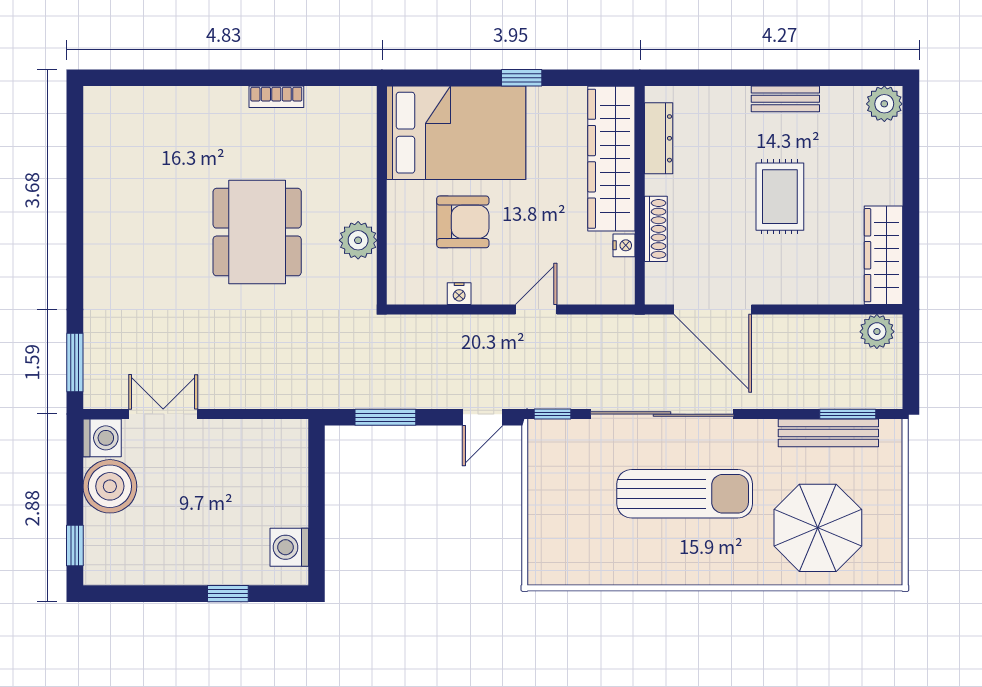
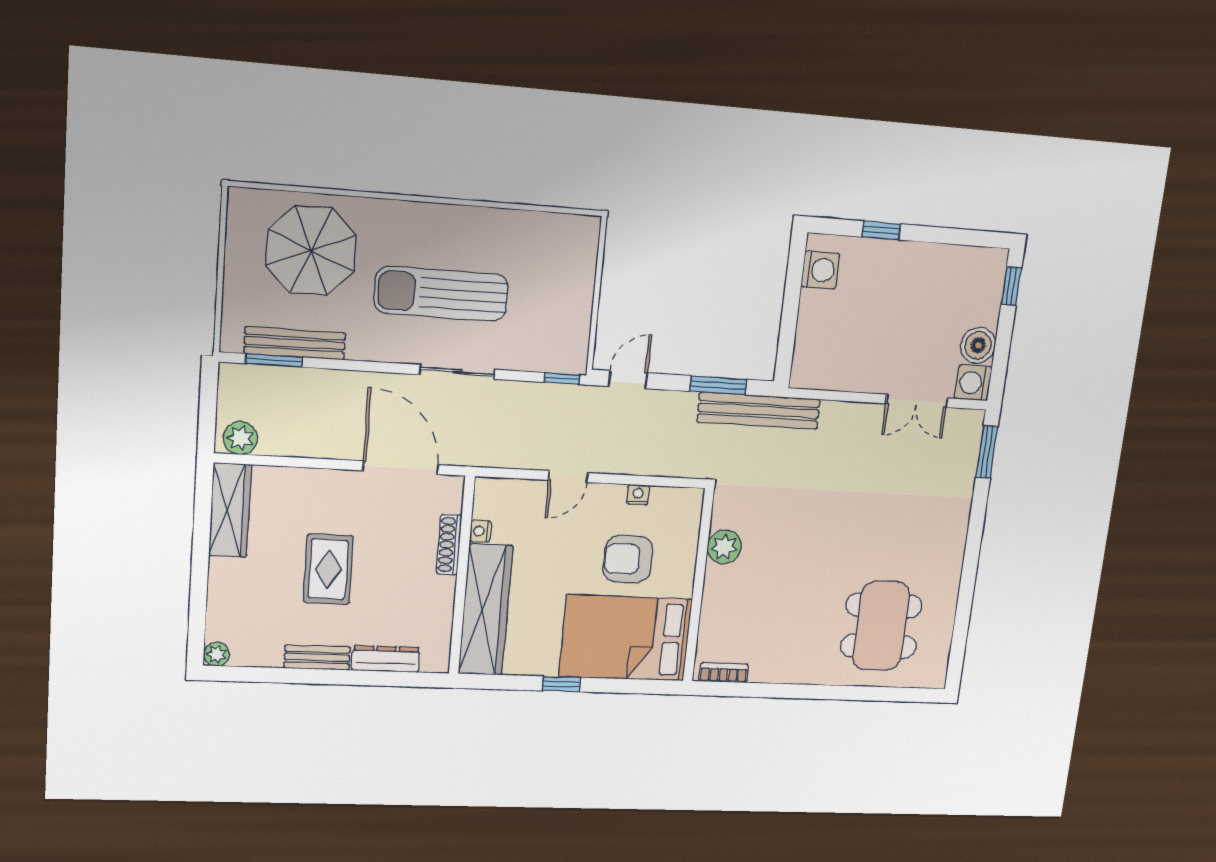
bookcase: (276, 97) -> (724, 673), moved
plant: (884, 104) -> (217, 654), width x0.73, depth x0.73
dresser: (659, 138) -> (386, 659), moved, turned 90
dining table: (257, 232) -> (881, 626), moved
bench: (338, 393) -> (759, 411), added
sliding door: (662, 414) -> (457, 372), width x0.54
boiler: (110, 486) -> (978, 345), width x0.73, depth x0.73

